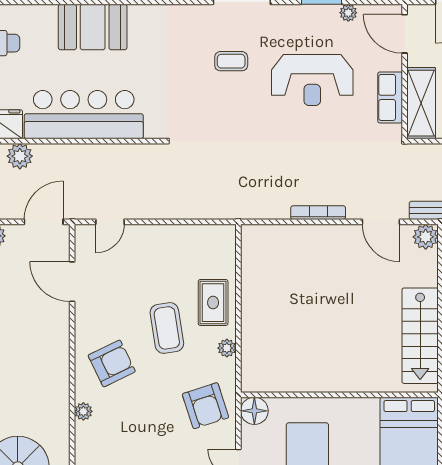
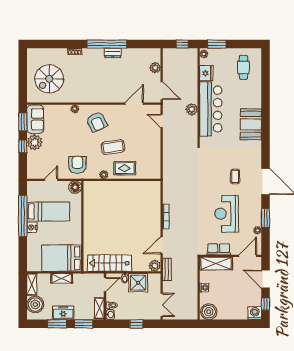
booth: (93, 27) -> (251, 124), moved
plant: (20, 156) -> (192, 109), moved
armchair: (206, 406) -> (77, 165), turned 108

